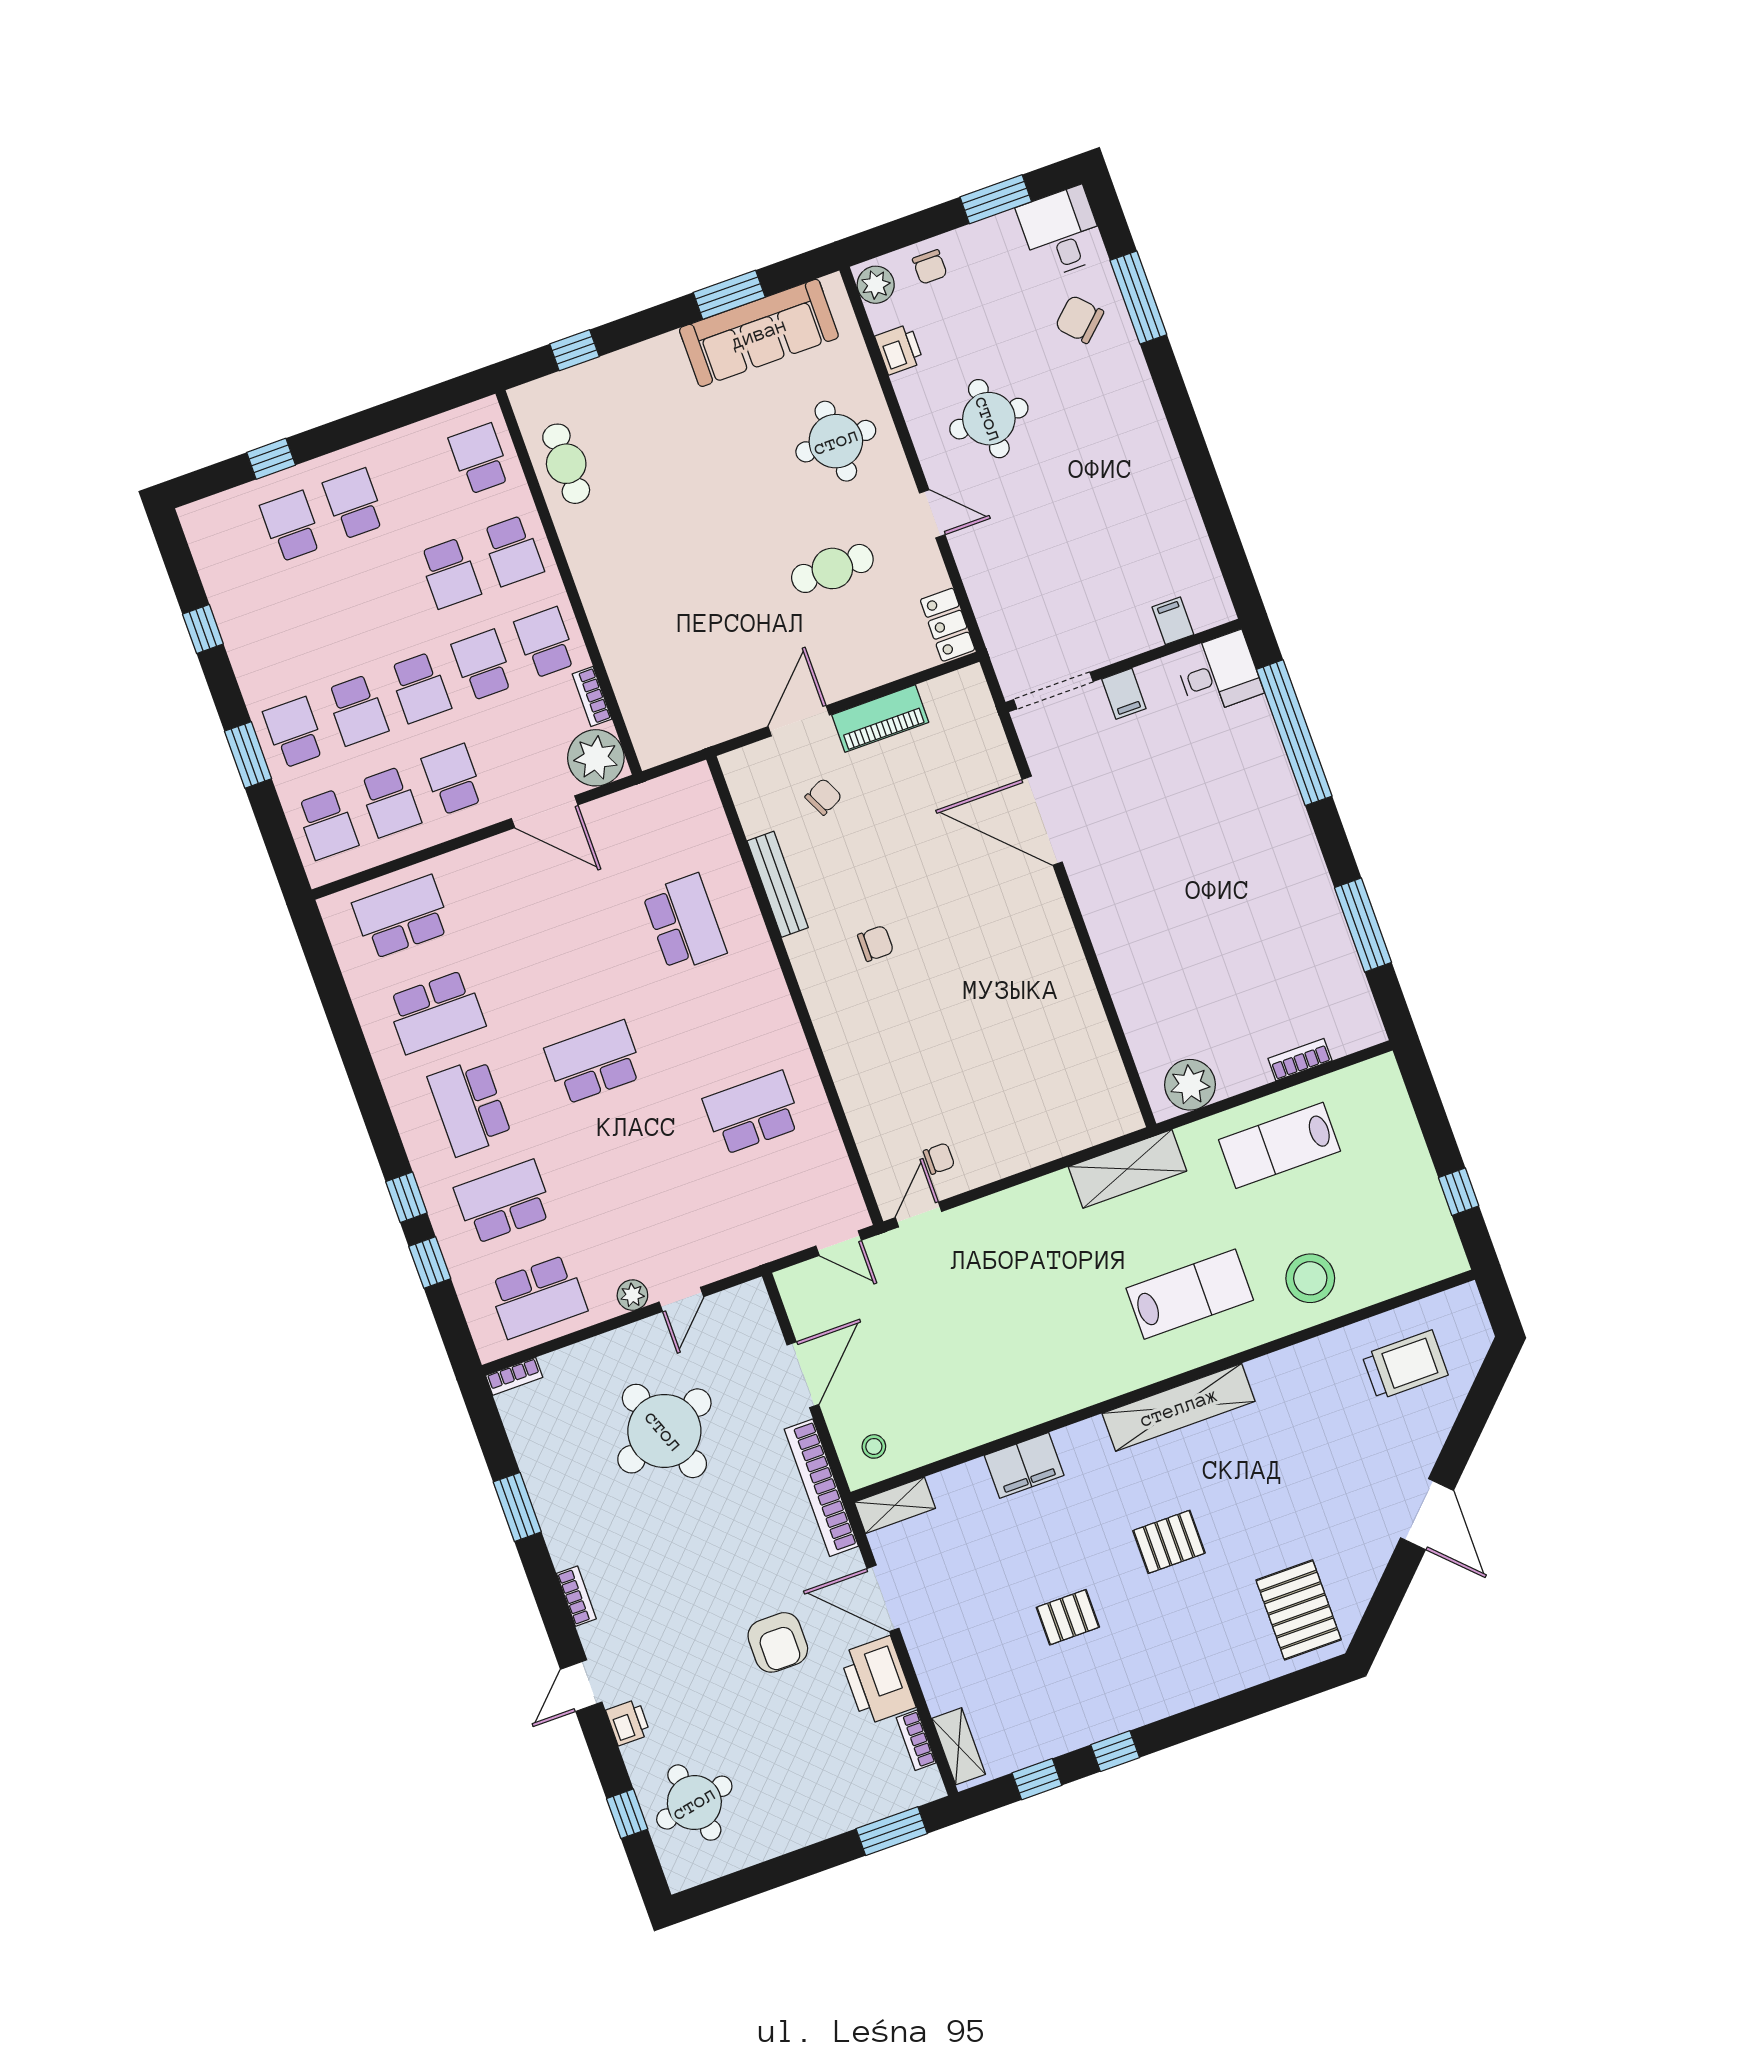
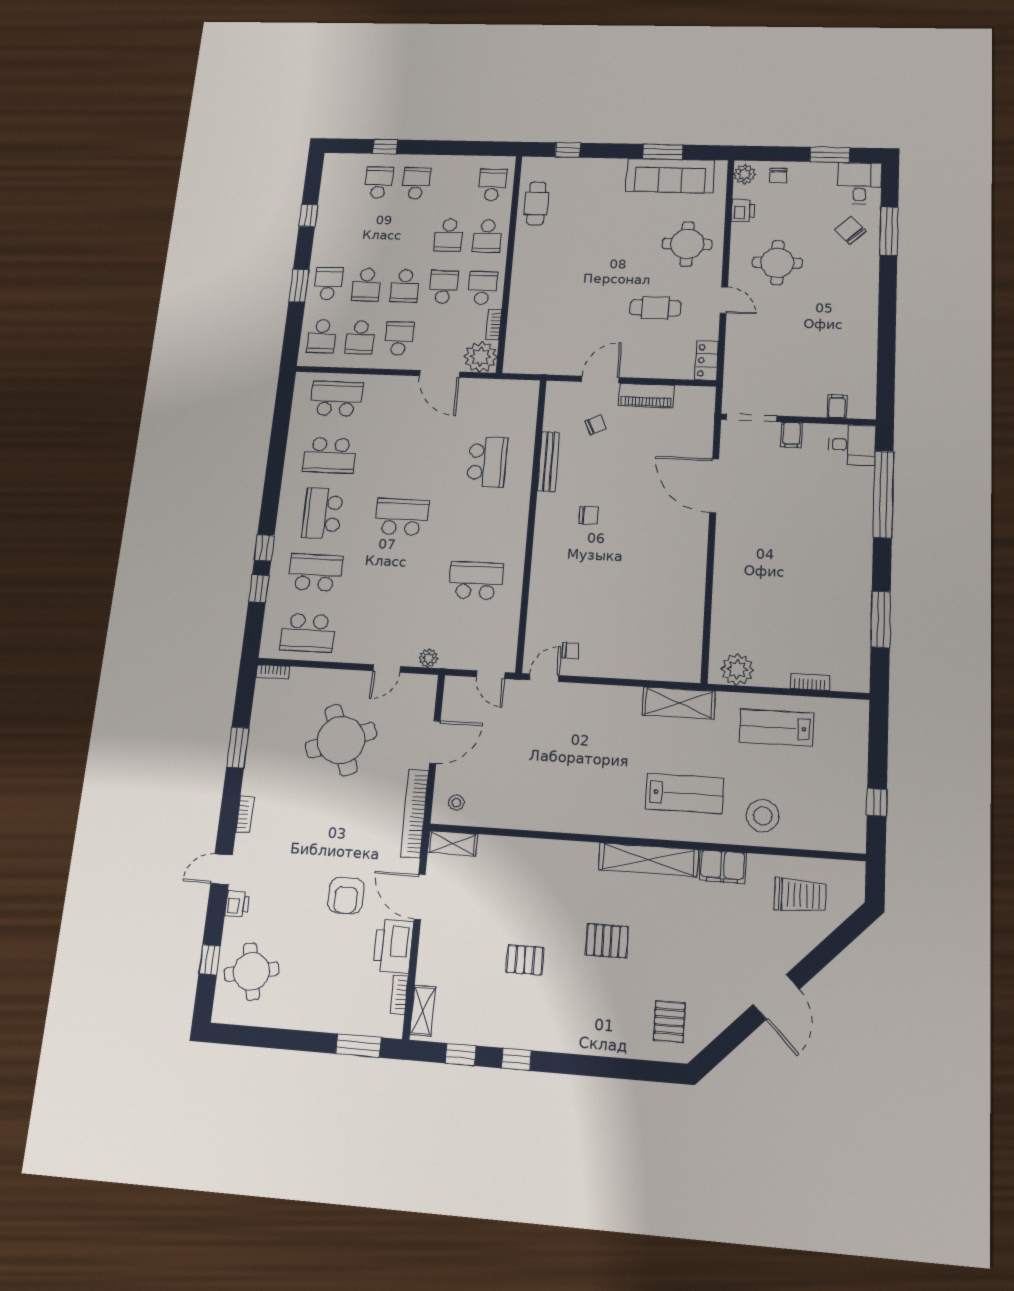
plant: (632, 1295) -> (429, 658), moved
filing cabinet: (1024, 1465) -> (723, 867), moved
pallet: (1299, 1610) -> (669, 1021), width x0.67, depth x0.71

